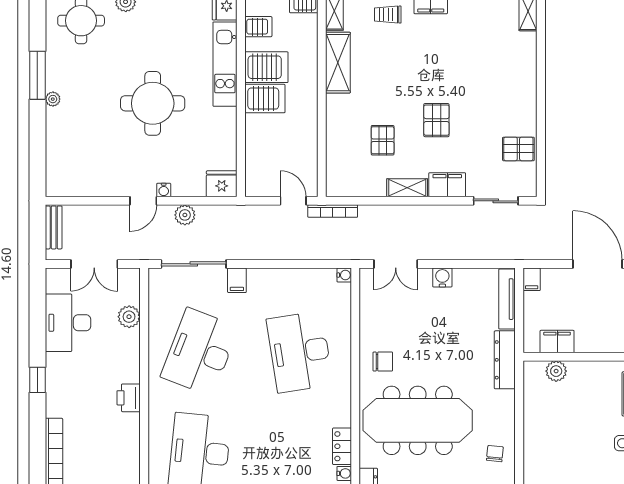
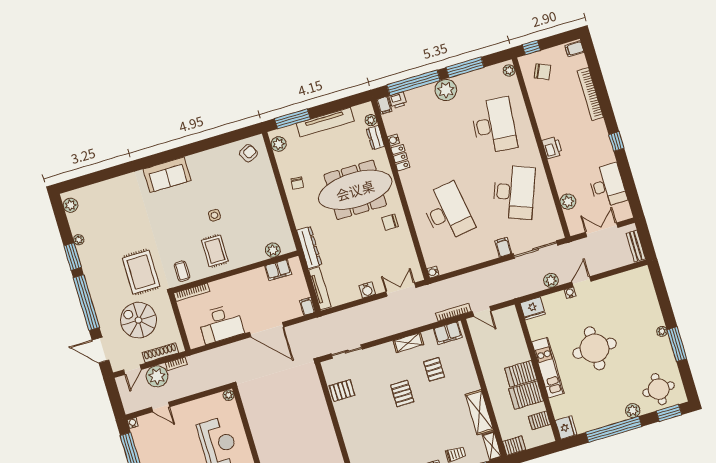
kitchen unit: (225, 64) -> (548, 368), moved
filing cabinet: (447, 185) -> (448, 333), moved

